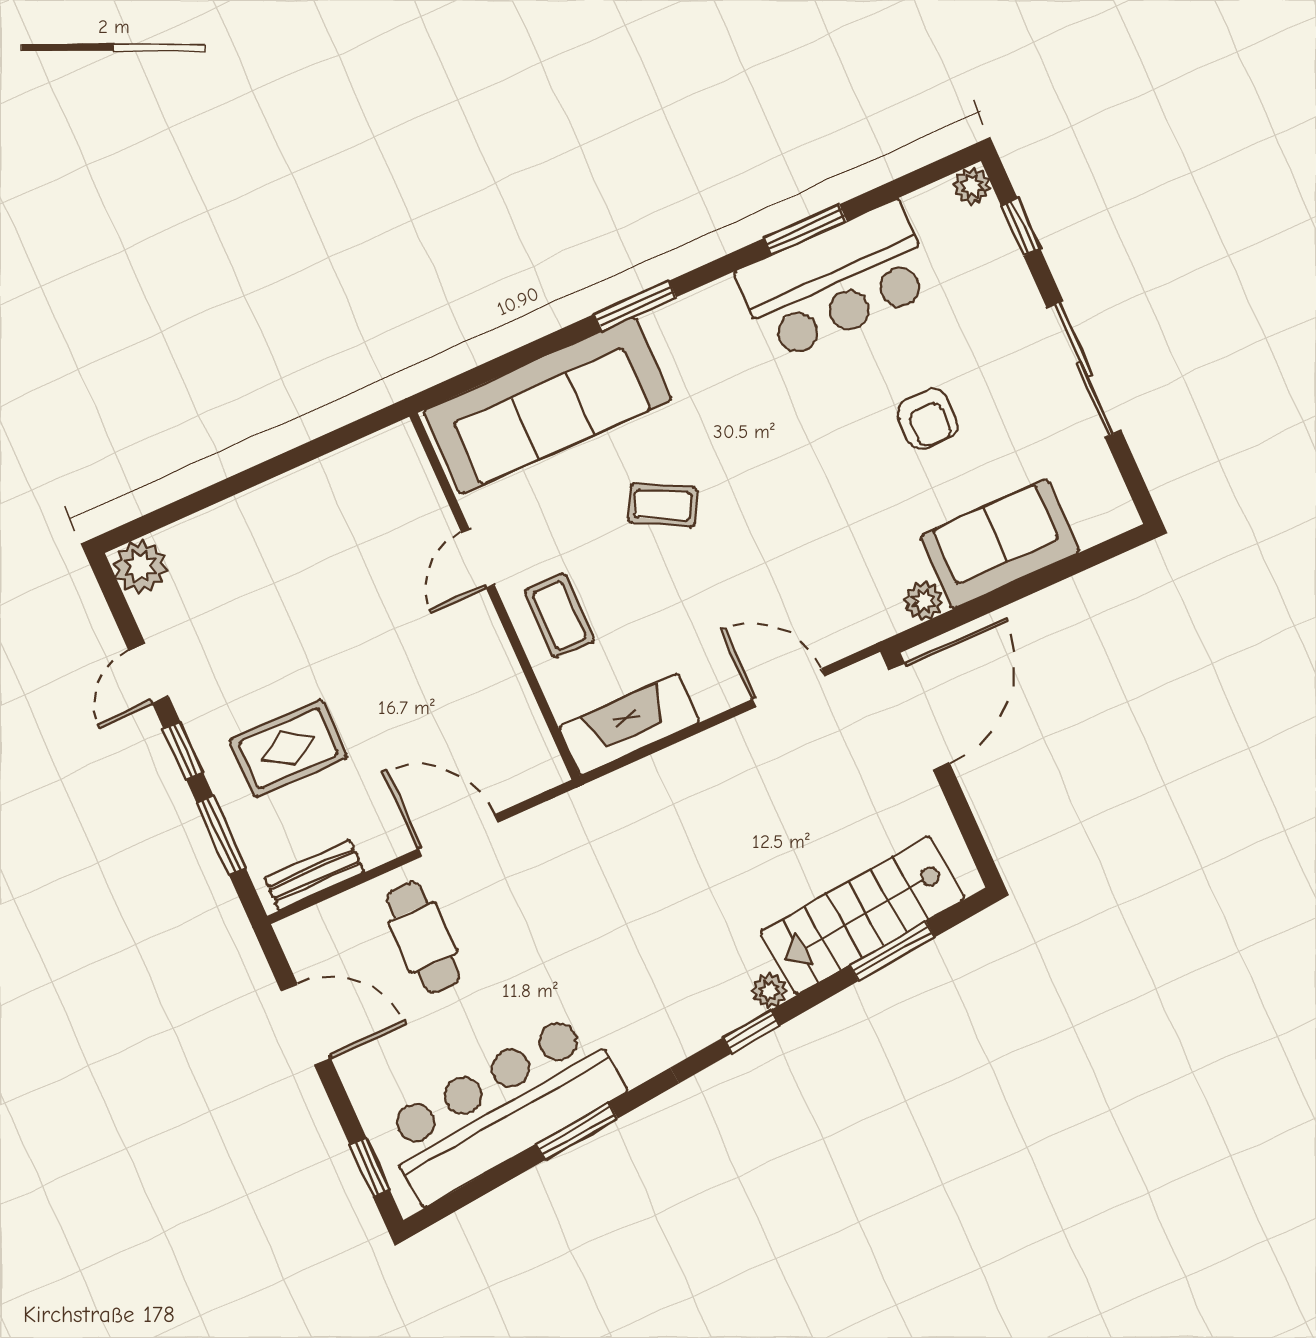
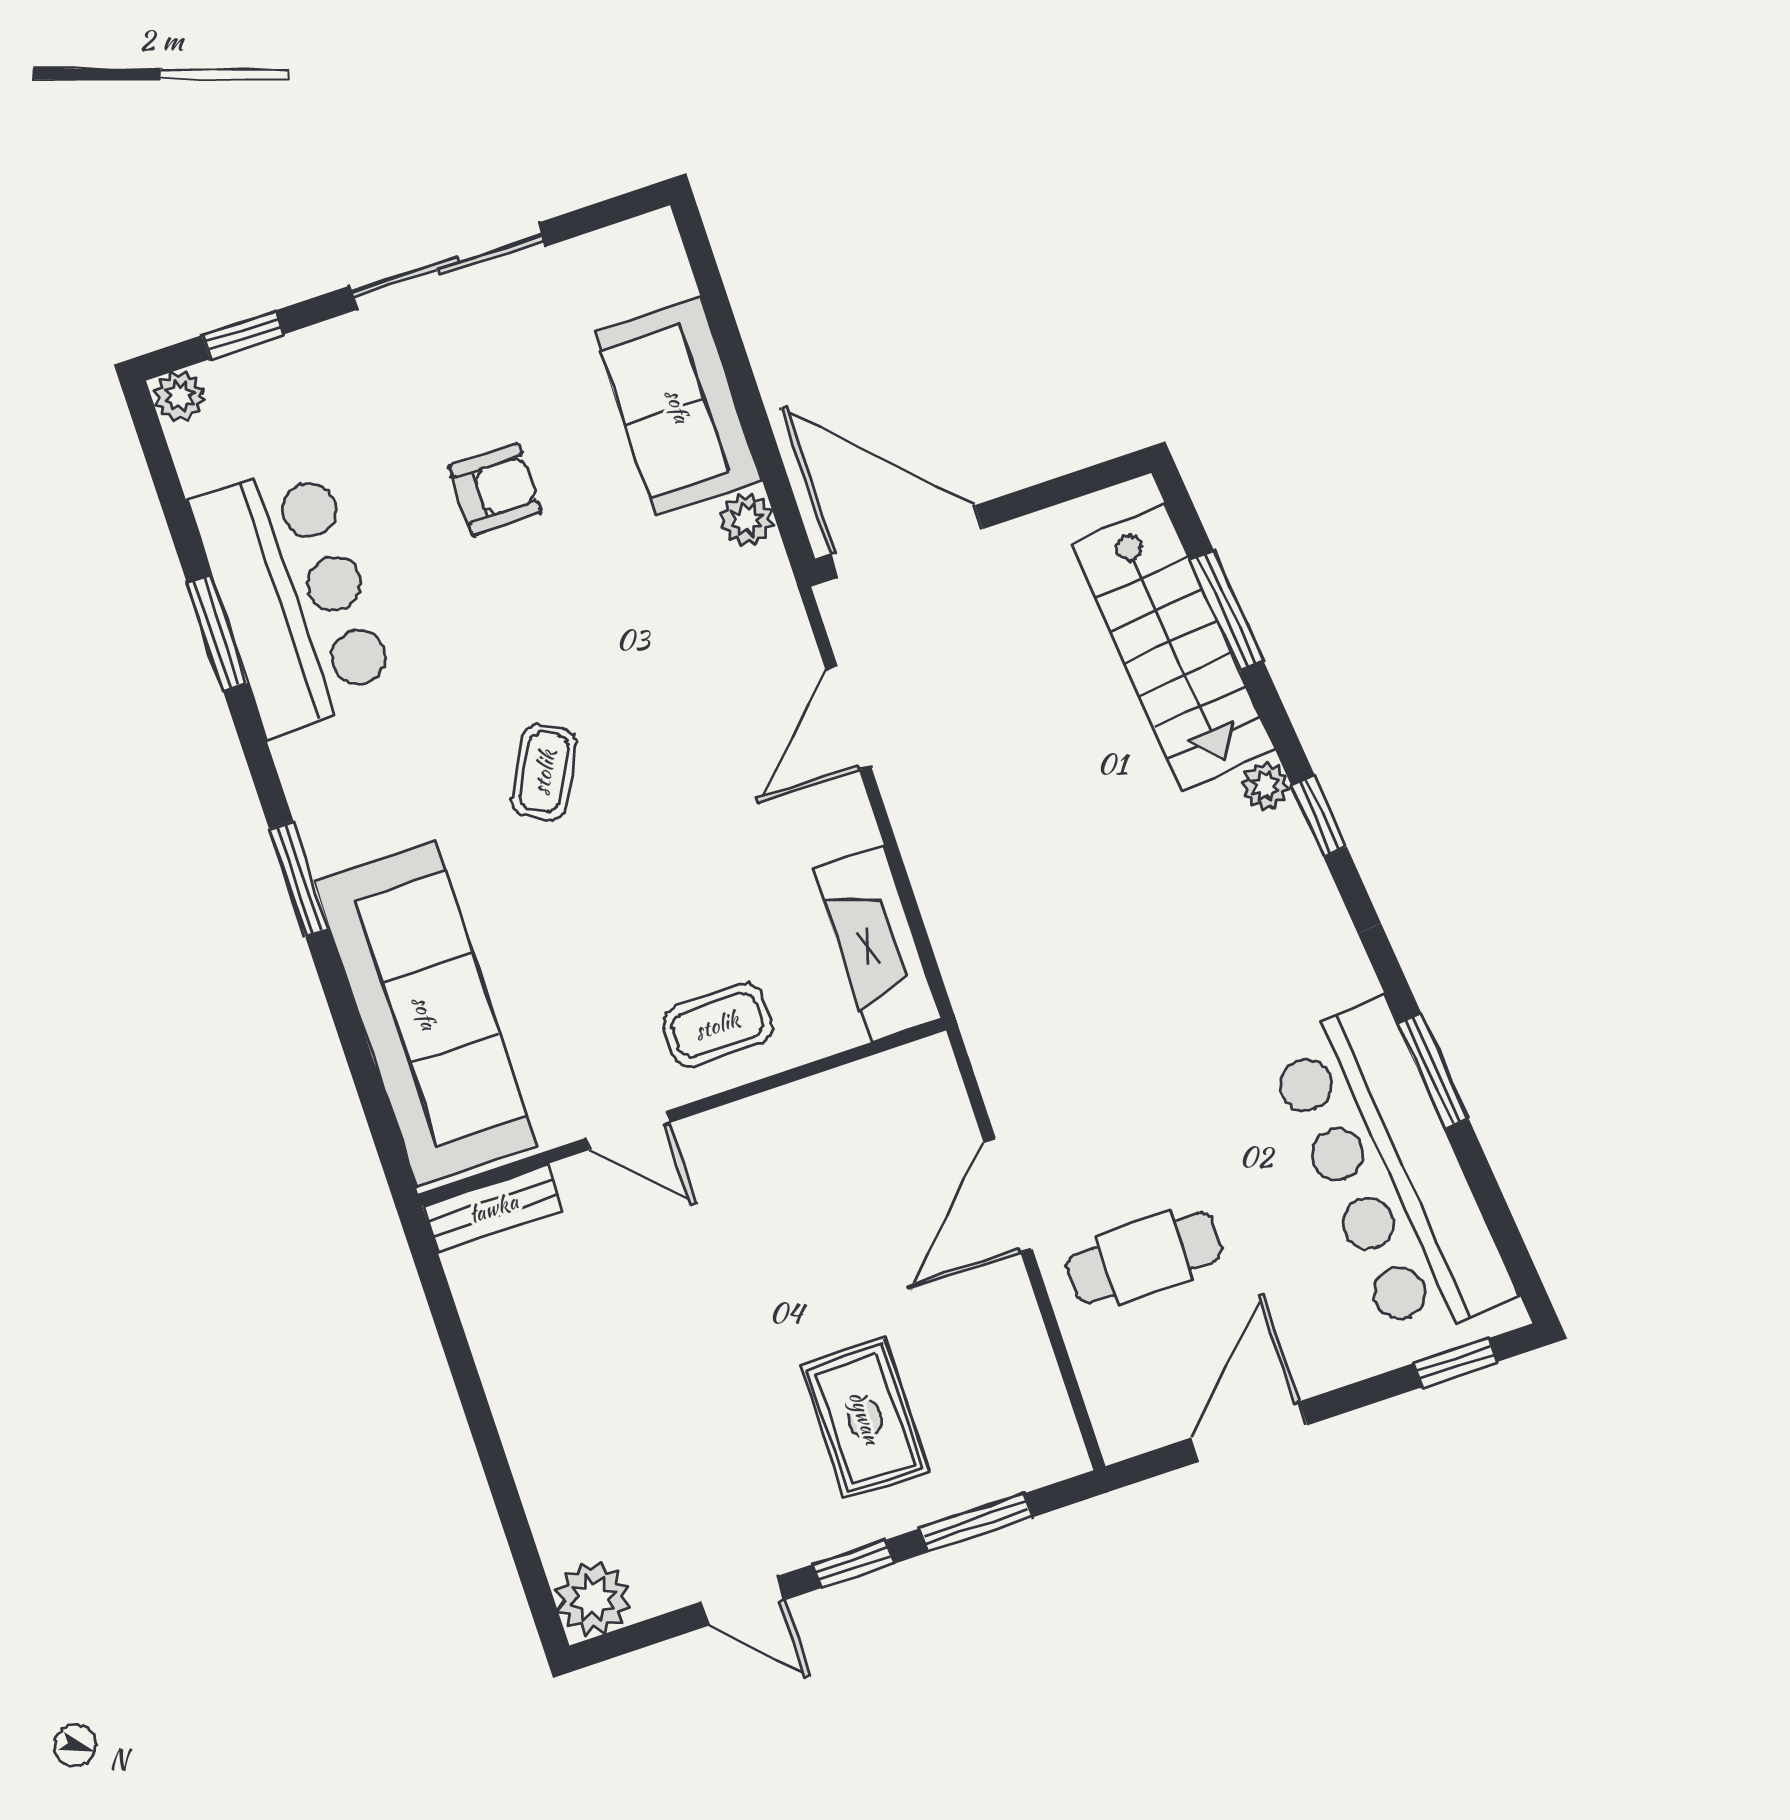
coffee table: (663, 505) -> (544, 772), moved
bench: (314, 875) -> (493, 1208), moved, turned 90

